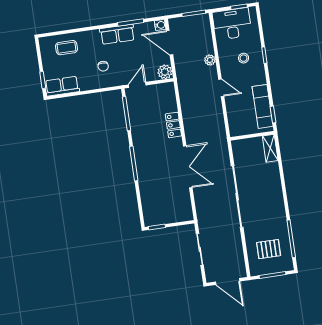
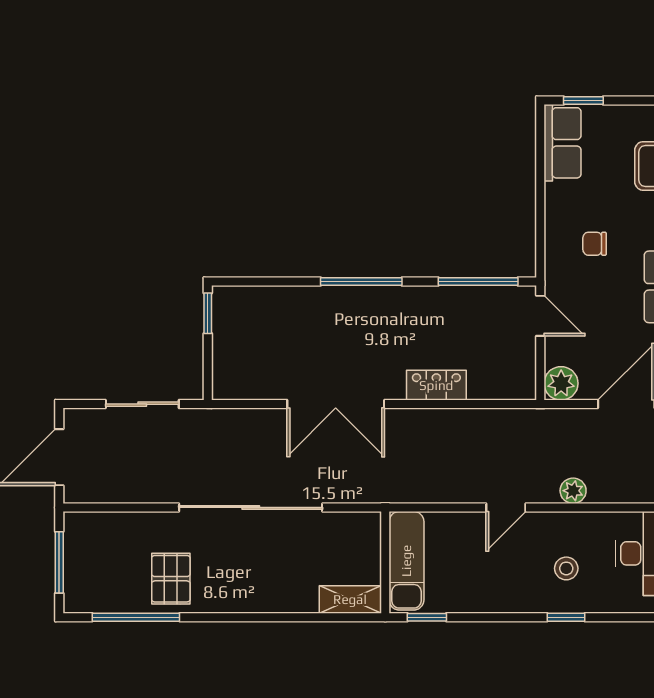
exam couch: (263, 106) -> (406, 561), moved, turned 90
pallet: (269, 249) -> (171, 579), moved

